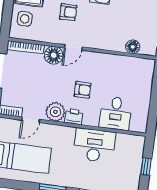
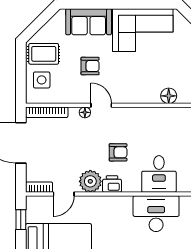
door: (73, 47) -> (101, 105), swing flipped
floor lamp: (54, 55) -> (85, 112), width x0.53, depth x0.53
desk: (94, 145) -> (156, 214), moved

